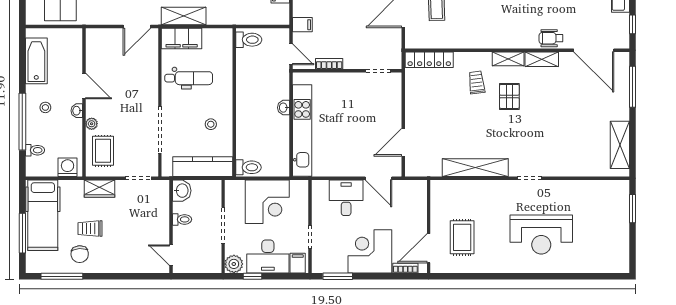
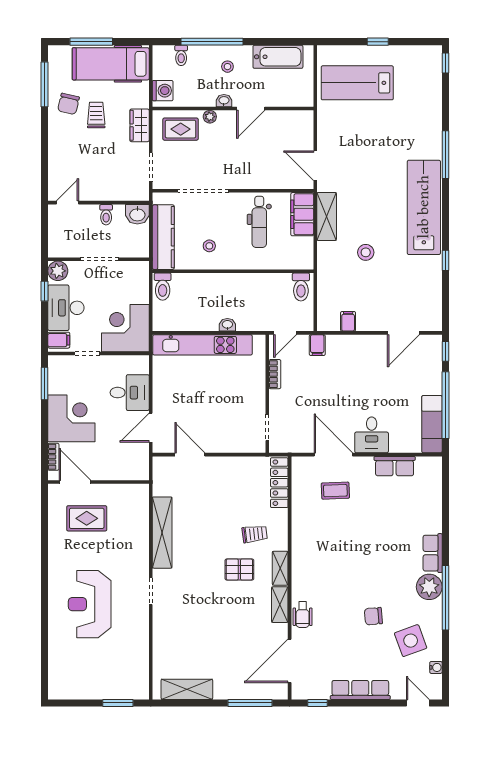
wheelchair: (551, 38) -> (303, 615), turned 180
corner desk: (267, 202) -> (125, 328), moved, turned 90
chair: (80, 254) -> (68, 104), turned -73

